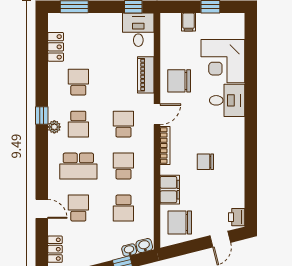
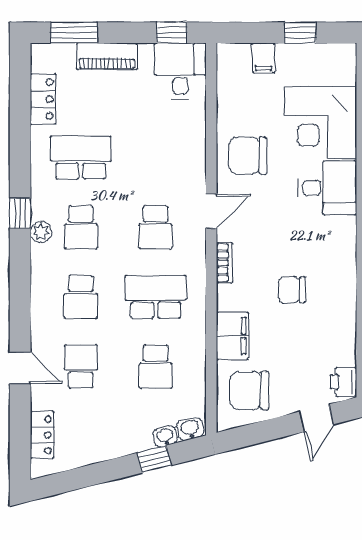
piano: (146, 75) -> (107, 56), moved, turned -90
school desk: (78, 82) -> (81, 158), width x1.85
school desk: (123, 124) -> (156, 227), turned 180
bookcase: (165, 146) -> (224, 263), width x0.64
school desk: (78, 166) -> (81, 297), width x0.54
school desk: (123, 166) -> (156, 297), width x1.85

